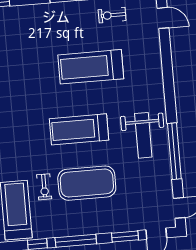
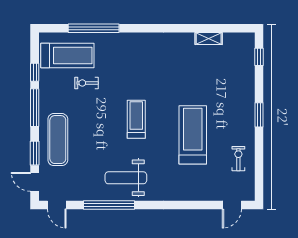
treadmill: (79, 129) -> (136, 119), width x0.73, depth x0.73
exercise mat: (87, 183) -> (58, 140), moved, width x0.68

